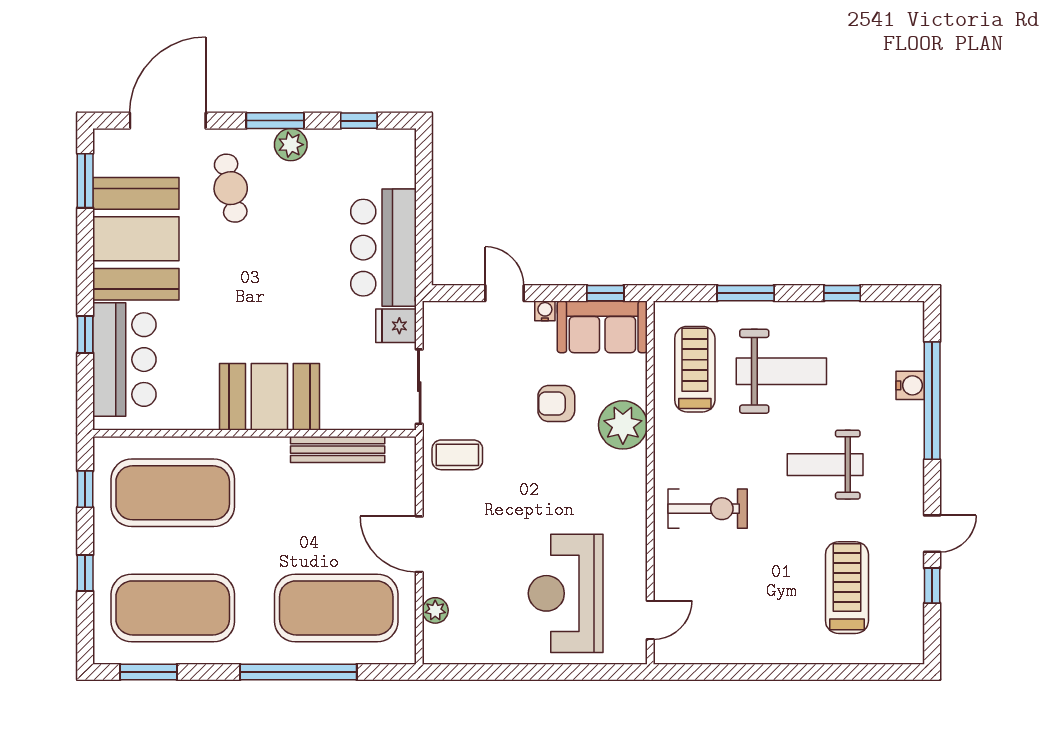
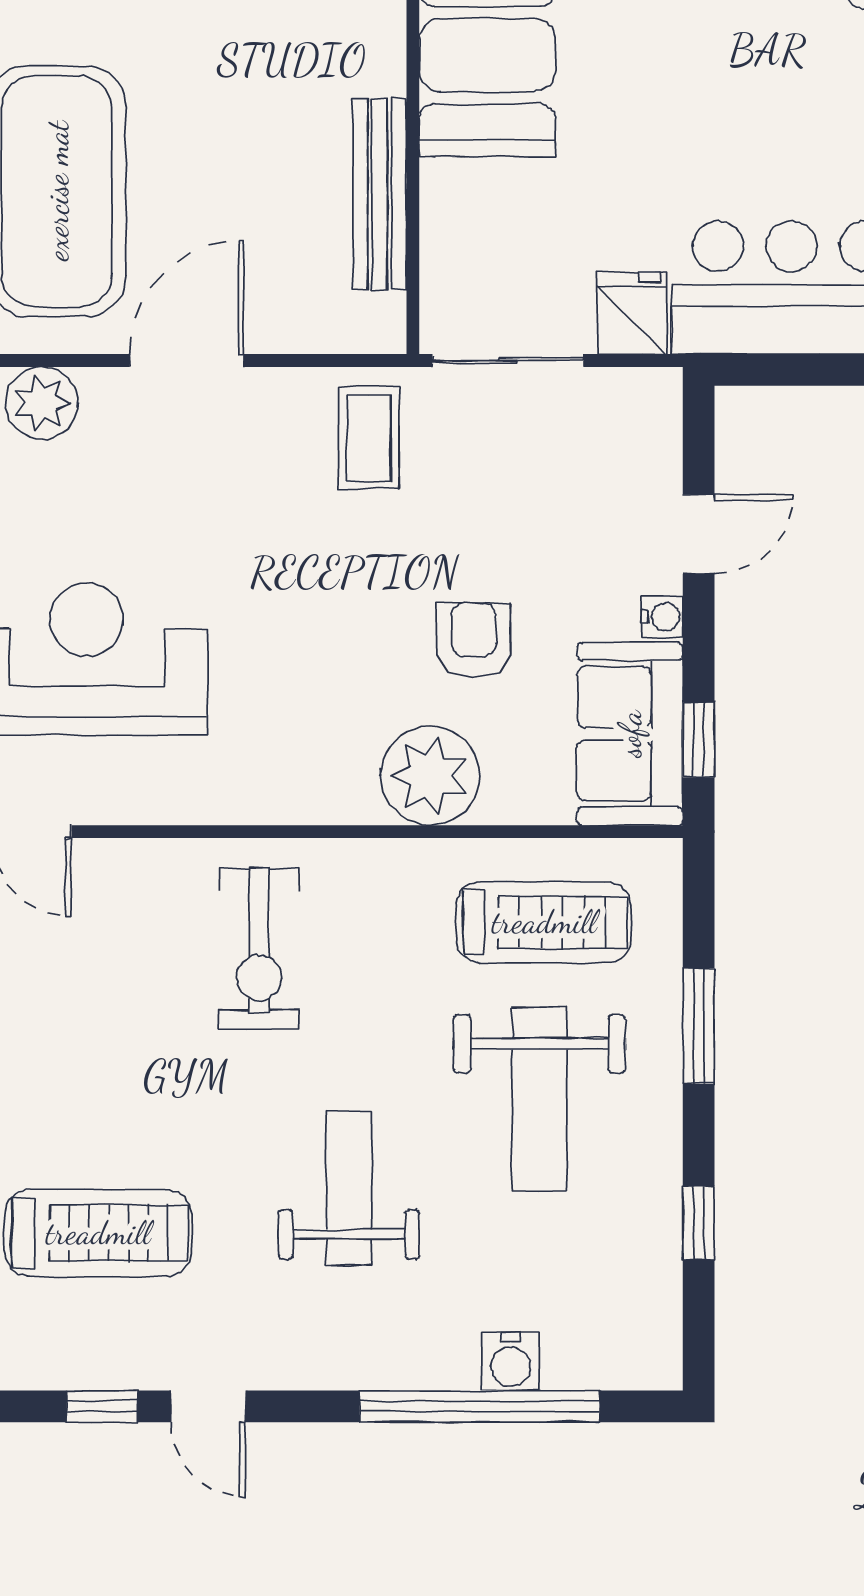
plant: (435, 610) -> (42, 403), width x1.38, depth x1.38

